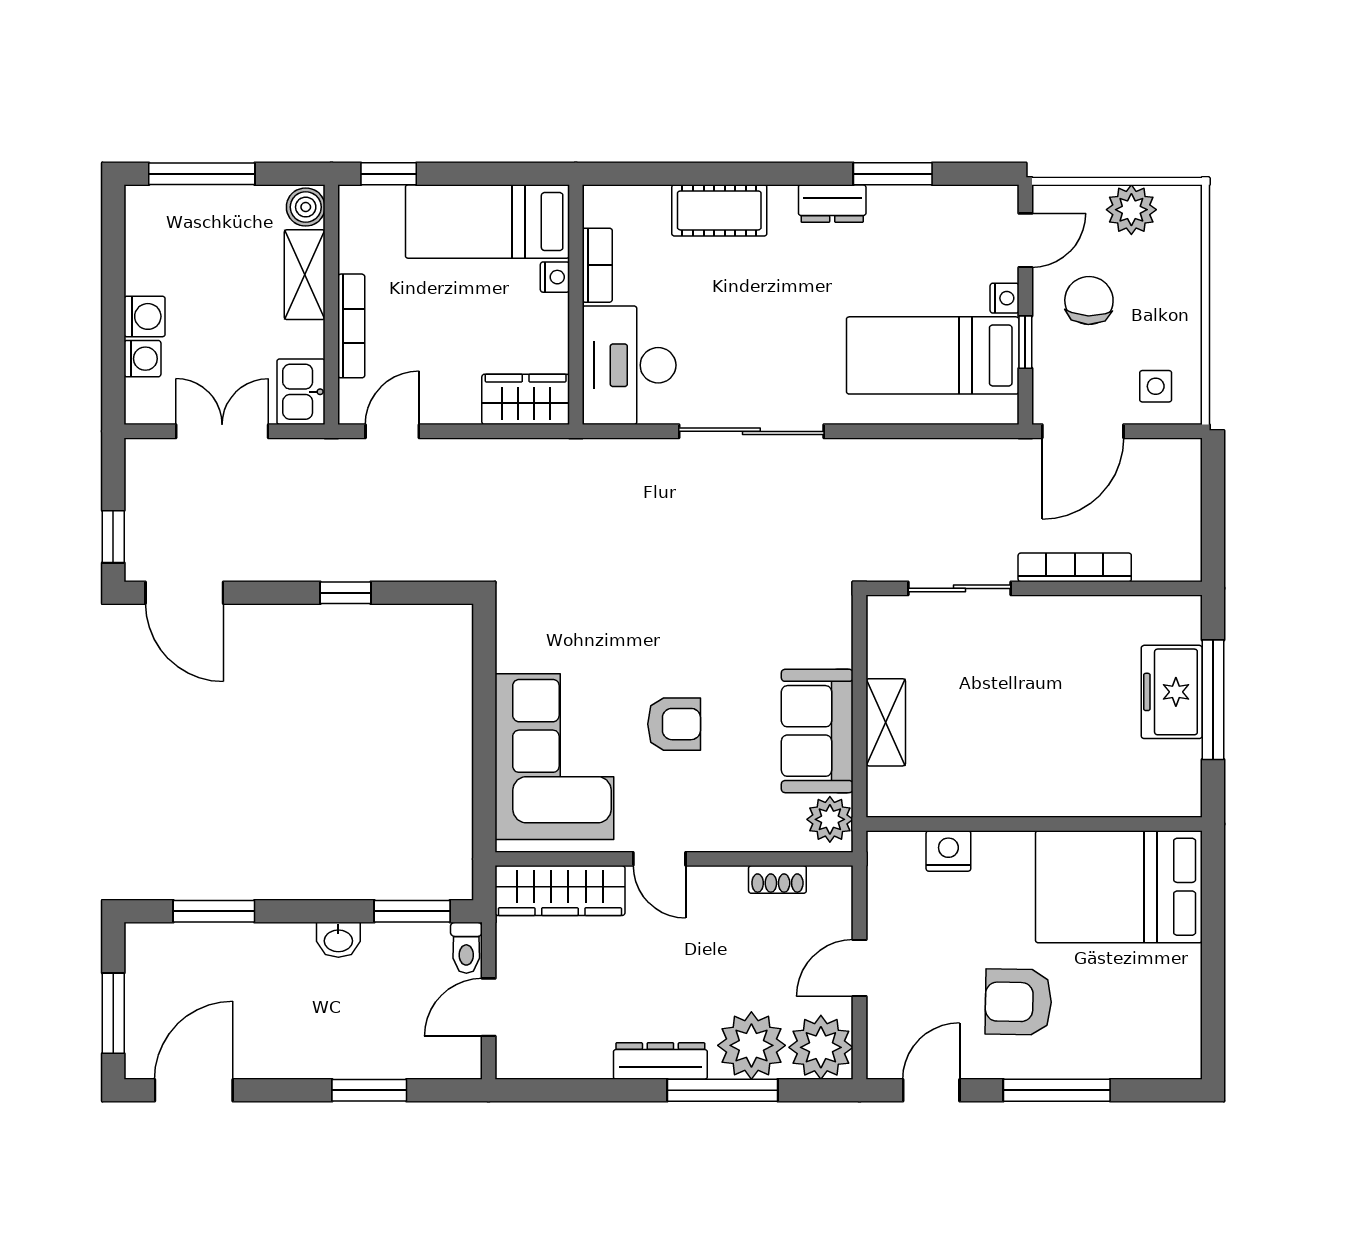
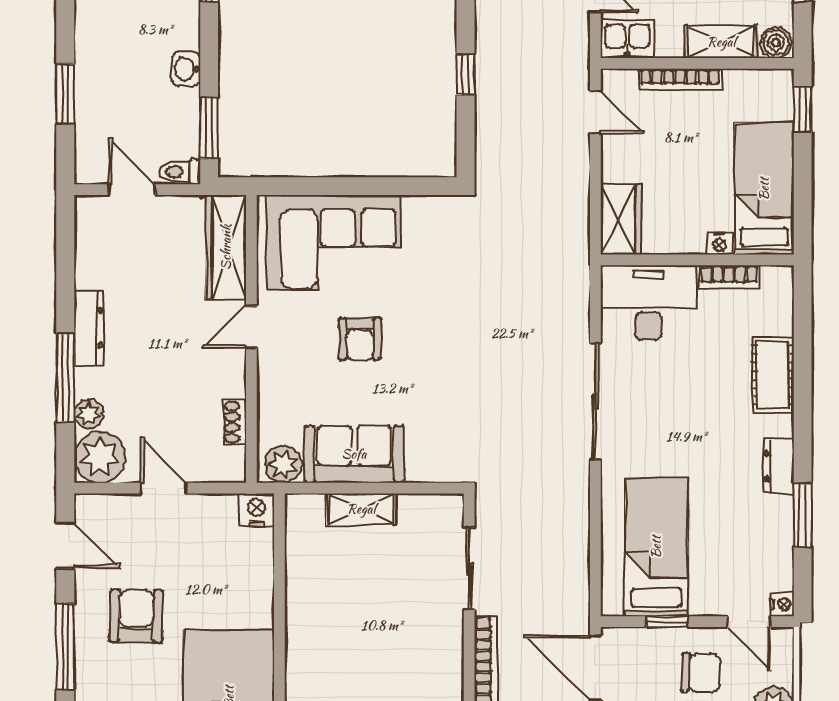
nightstand: (1005, 298) -> (782, 604), moved, turned -90
nightstand: (948, 851) -> (256, 510), moved, turned -90
plant: (751, 1045) -> (89, 414), width x0.53, depth x0.53

